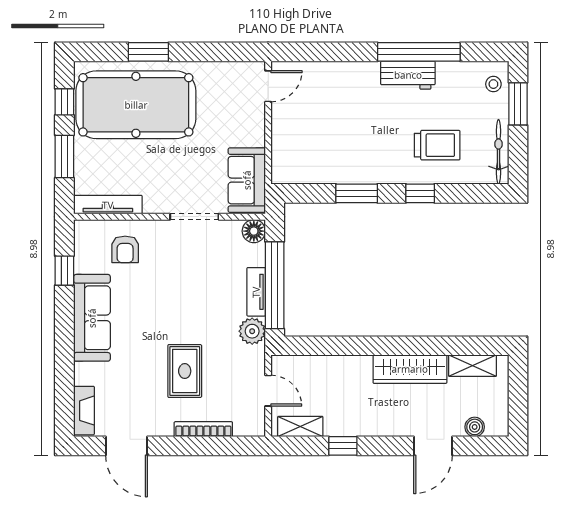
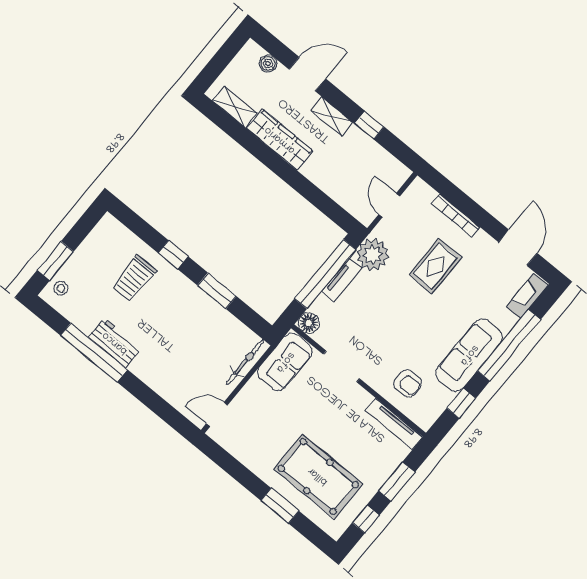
pool table: (136, 105) -> (318, 476), width x0.73, depth x0.76
trolley: (437, 145) -> (134, 278), turned -90
bicycle: (499, 152) -> (245, 362), moved, turned 180
armchair: (125, 249) -> (408, 383), turned 90
plant: (252, 331) -> (373, 255), width x1.36, depth x1.36
window: (64, 355) -> (509, 345), added
shelving: (300, 427) -> (332, 117), moved

